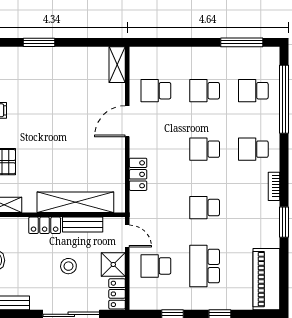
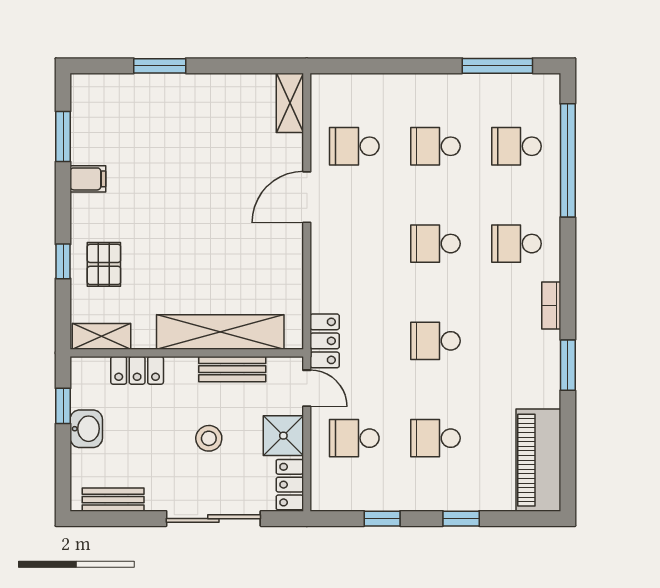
locker: (138, 174) -> (325, 341), moved
locker: (45, 225) -> (137, 370), moved
school desk: (205, 266) -> (435, 438), width x0.54

